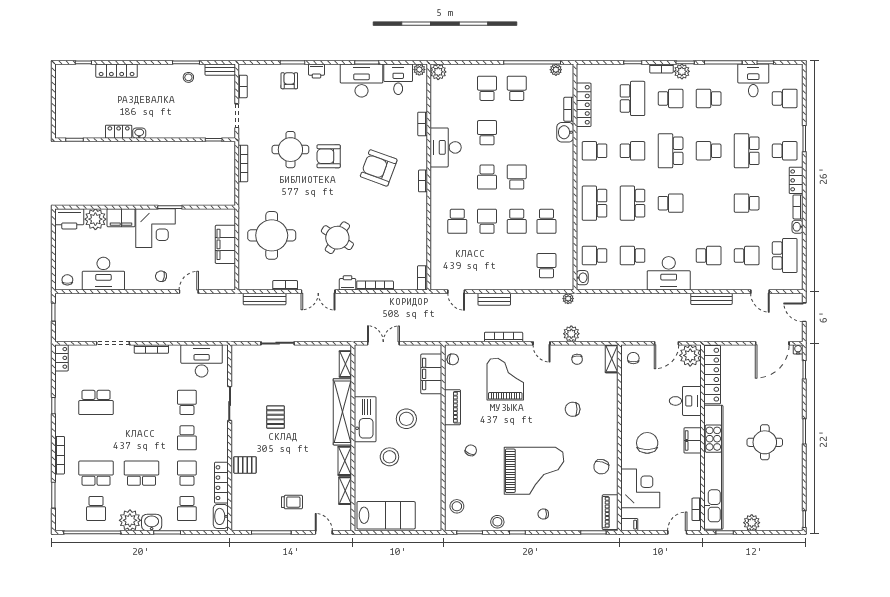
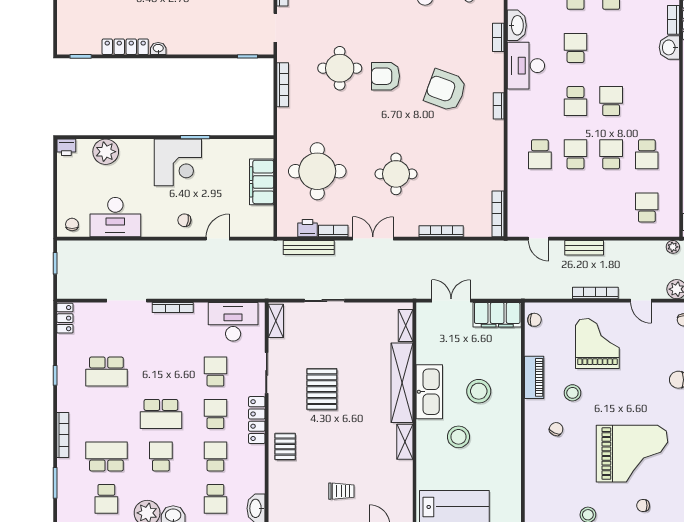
washbasin: (438, 114) -> (517, 25), added
locker: (119, 132) -> (125, 47), width x1.53
filing cabinet: (121, 218) -> (136, 150), removed
printer: (69, 219) -> (66, 147), width x0.53, depth x0.68
school desk: (517, 221) -> (611, 154), turned 180
round table: (337, 238) -> (396, 174), turned -33
bookcase: (422, 278) -> (498, 214), width x1.56
printer: (348, 283) -> (308, 228), moved
double door: (318, 292) -> (373, 239), swing flipped
filing cabinet: (431, 374) -> (497, 315), moved, turned -90
pallet: (276, 417) -> (322, 389), width x1.50, depth x1.42
school desk: (141, 438) -> (161, 414), added
school desk: (187, 438) -> (215, 414), turned 180
pallet: (245, 465) -> (285, 447), turned 90
school desk: (141, 473) -> (161, 456), width x0.54
locker: (221, 483) -> (257, 420), moved
shelving: (345, 491) -> (276, 321), moved
stool: (457, 506) -> (572, 393), moved

